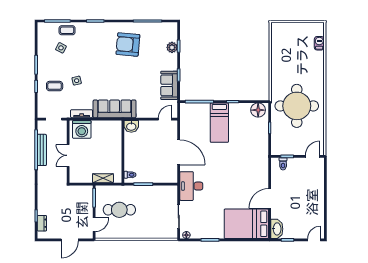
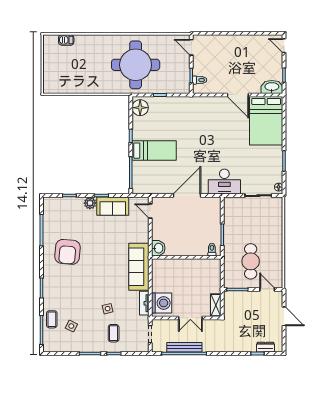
plant: (172, 47) -> (90, 203), moved
shelving: (103, 178) -> (216, 305), moved

